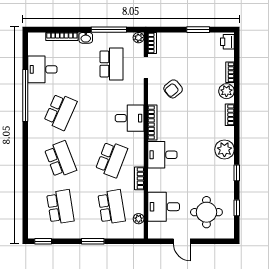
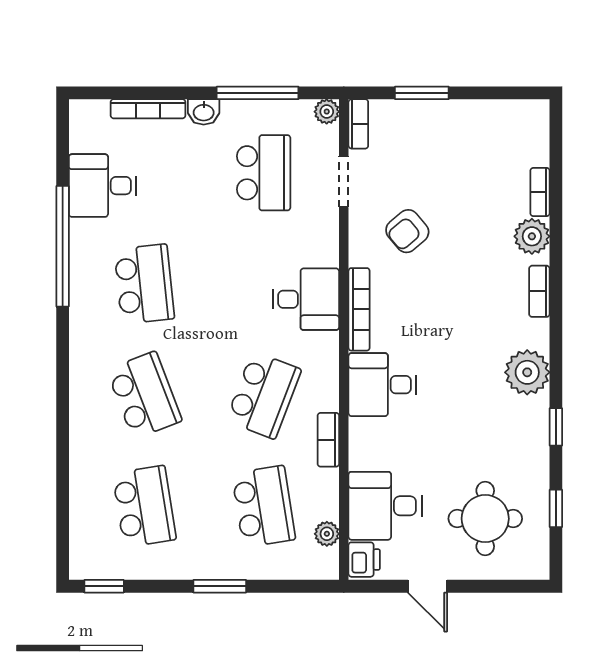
window: (198, 30) -> (422, 93), moved
printer: (227, 42) -> (364, 560), moved, turned 180
school desk: (60, 112) -> (144, 284), turned -30

